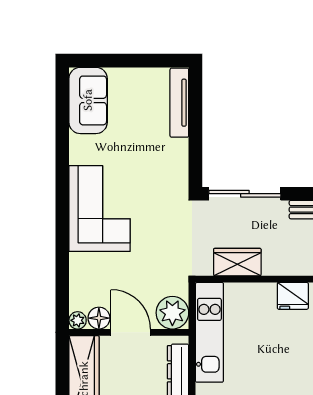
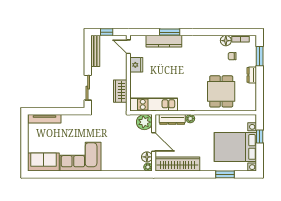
sliding door: (245, 194) -> (88, 88), width x0.73
corner sofa: (100, 208) -> (80, 157), moved
door: (131, 332) -> (154, 142), swing flipped

